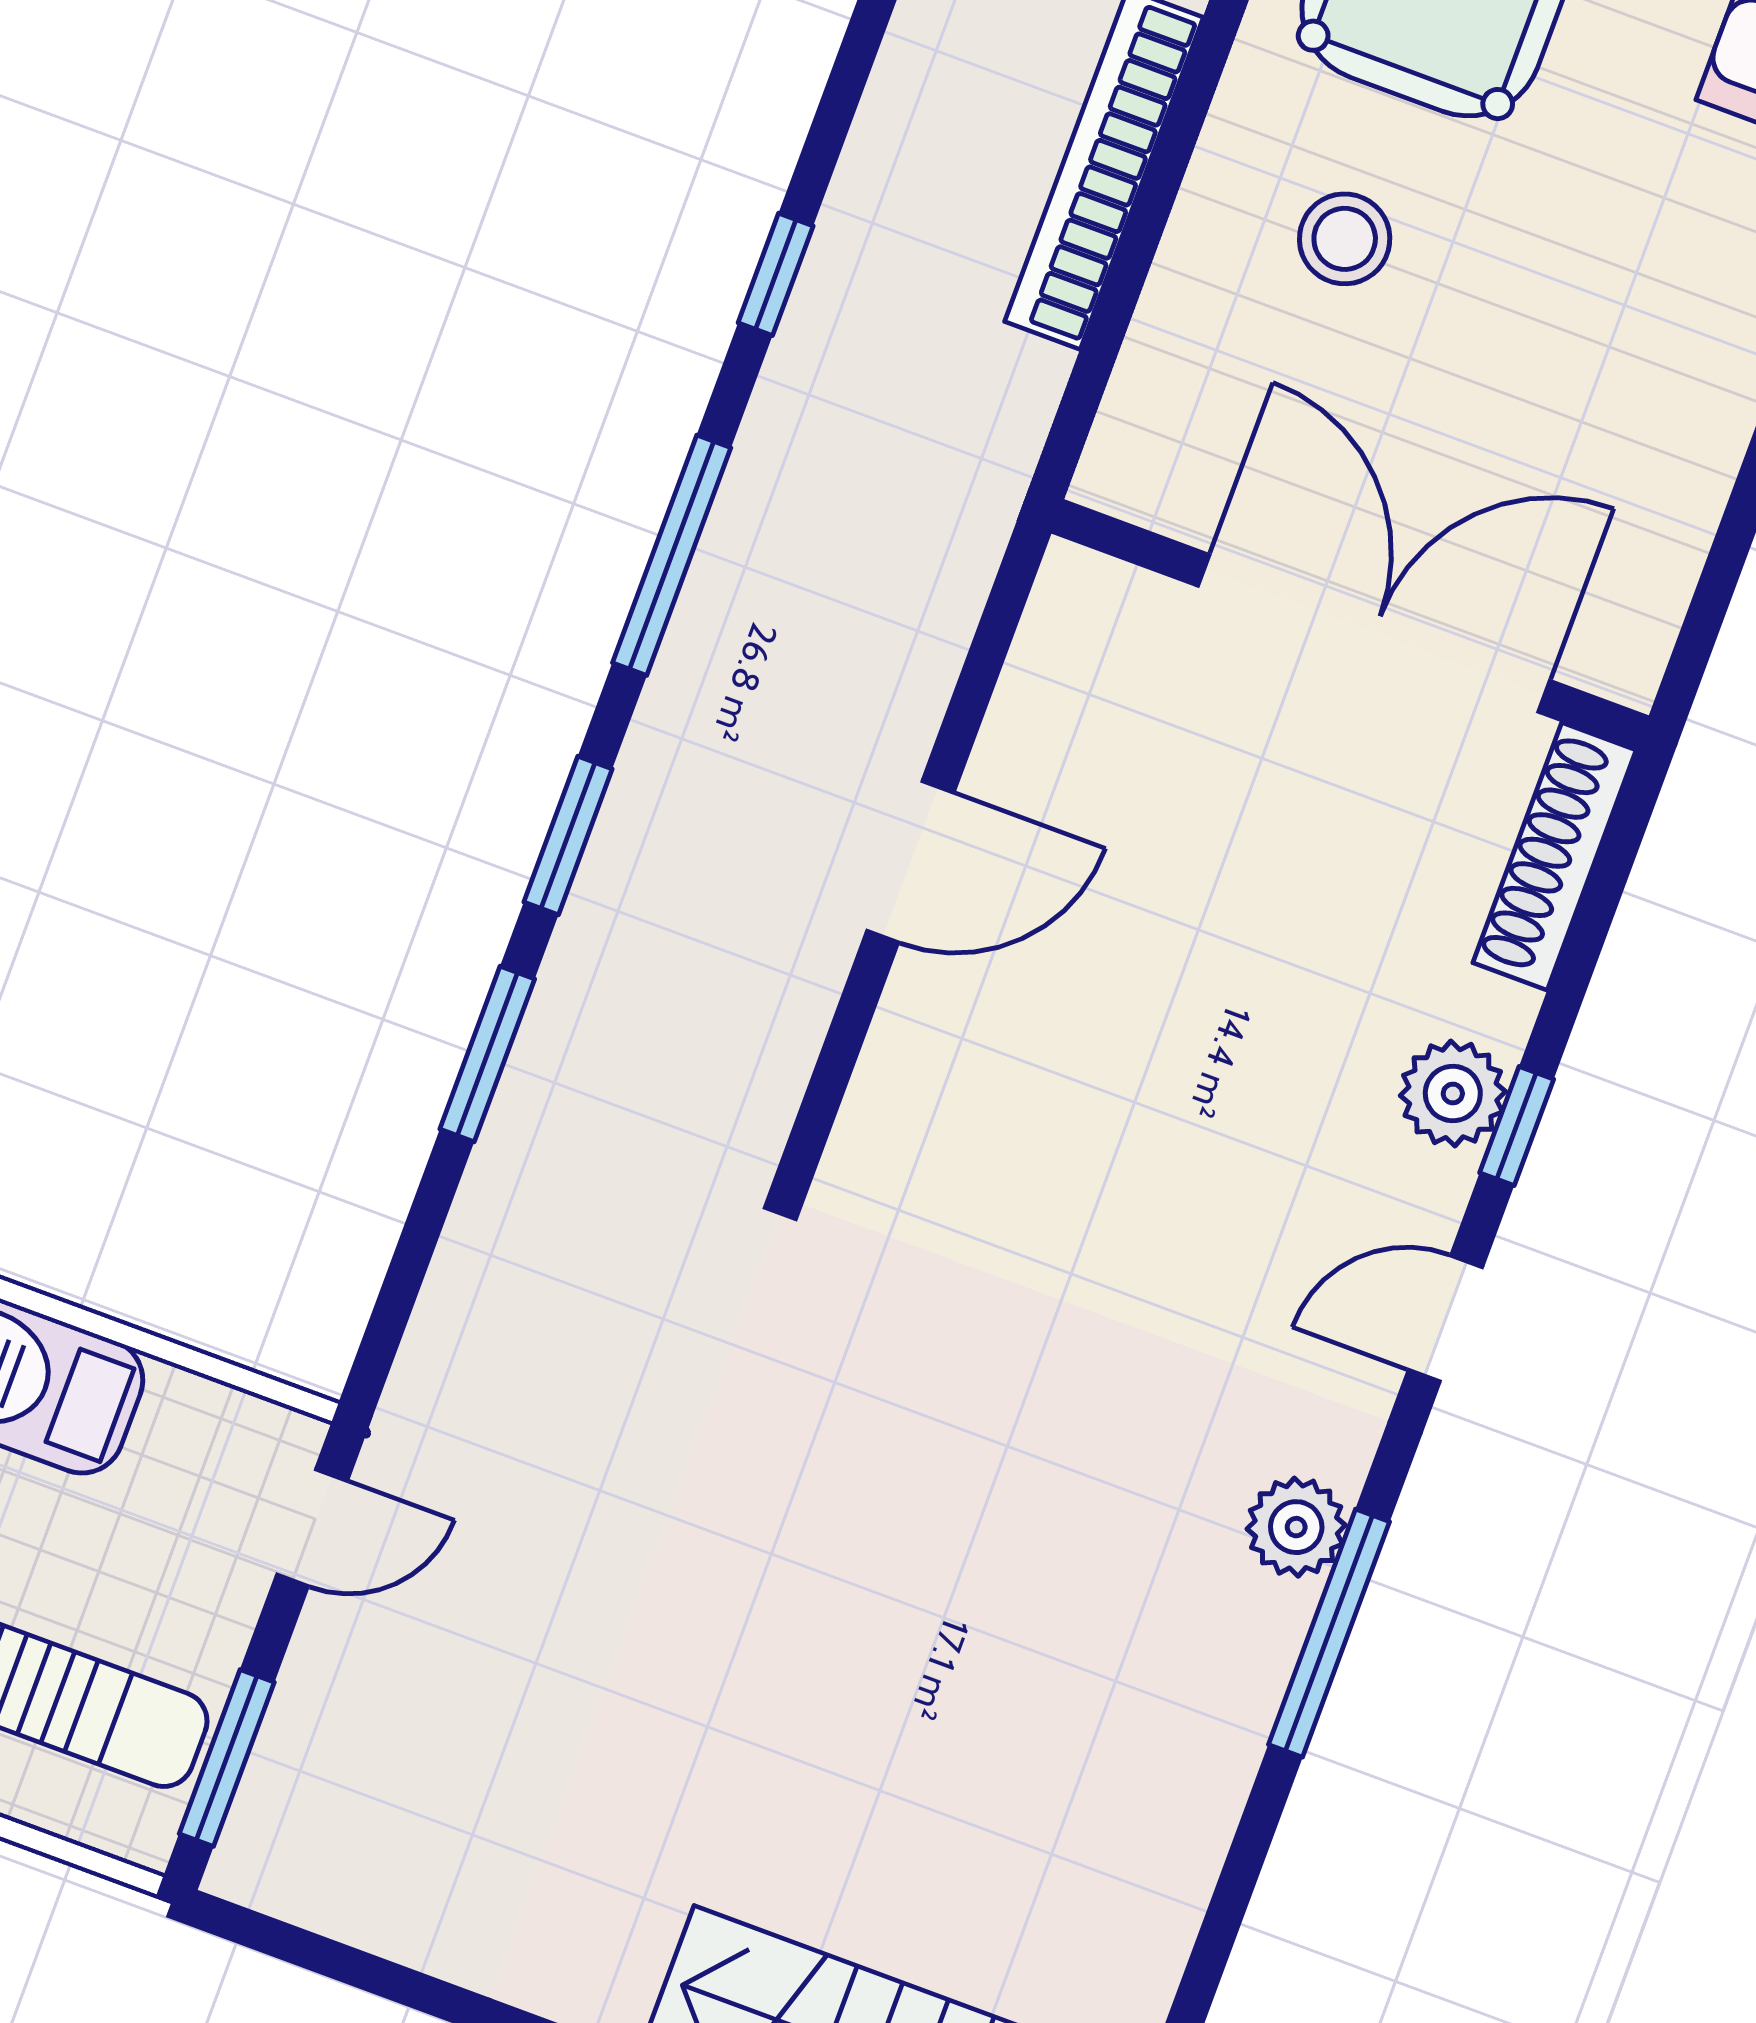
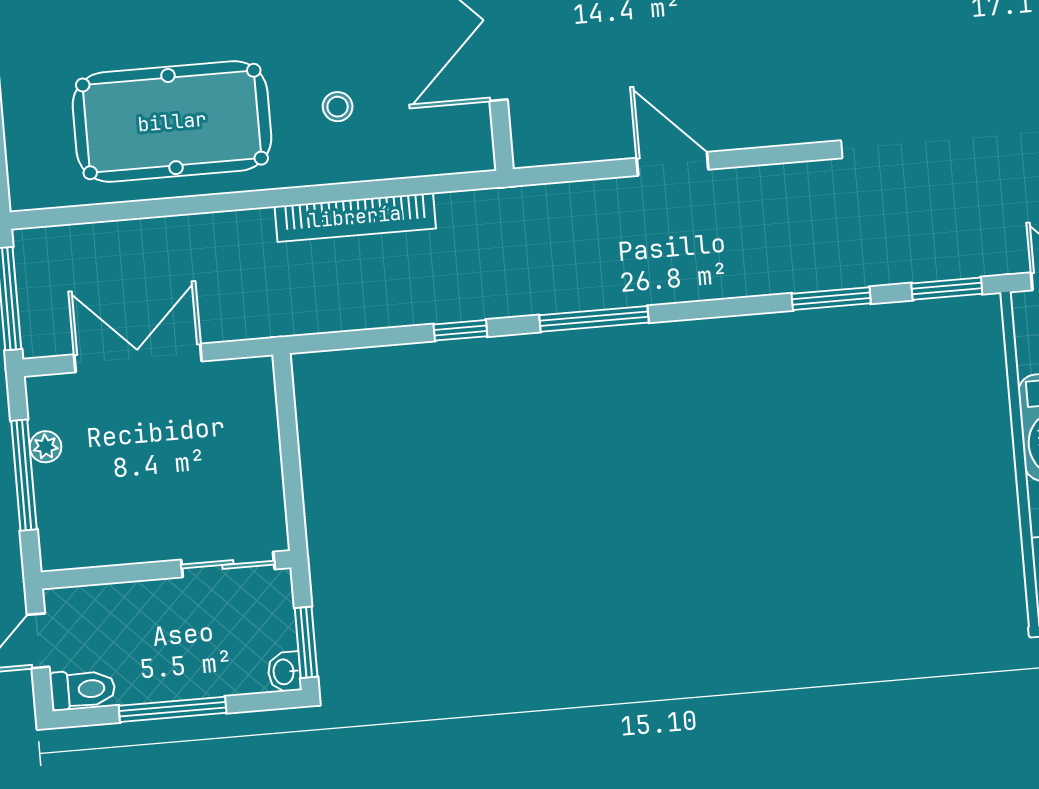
stool: (1345, 239) -> (338, 107), width x0.73, depth x0.73
window: (568, 835) -> (947, 289), moved

